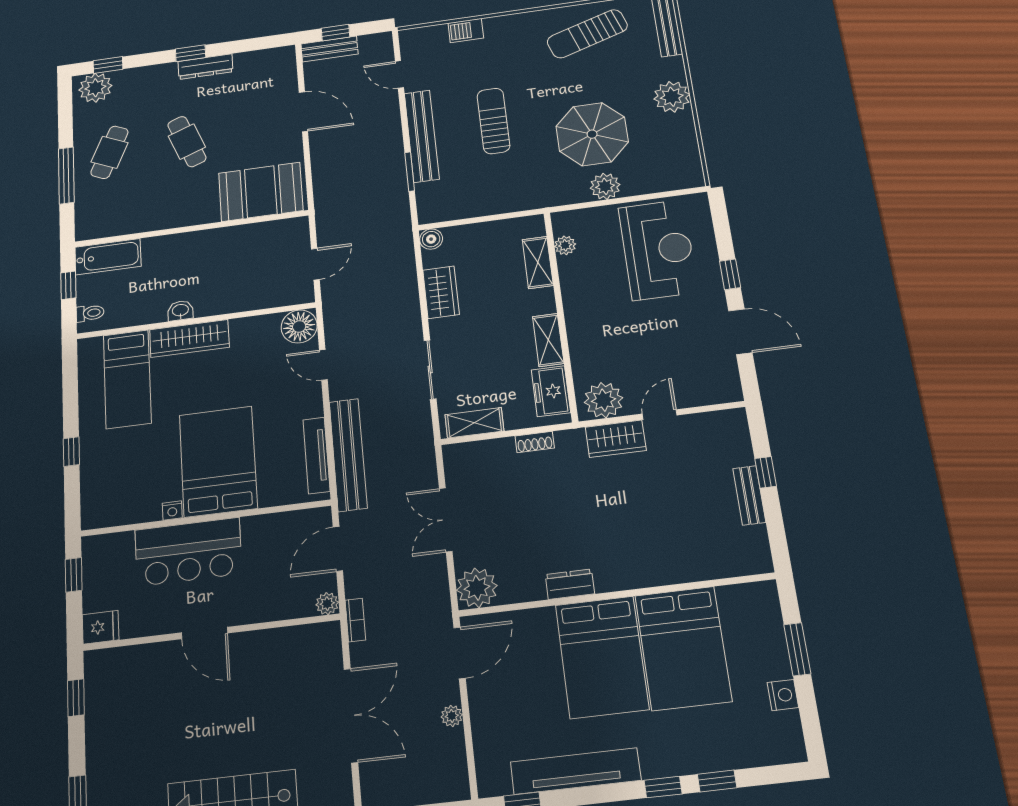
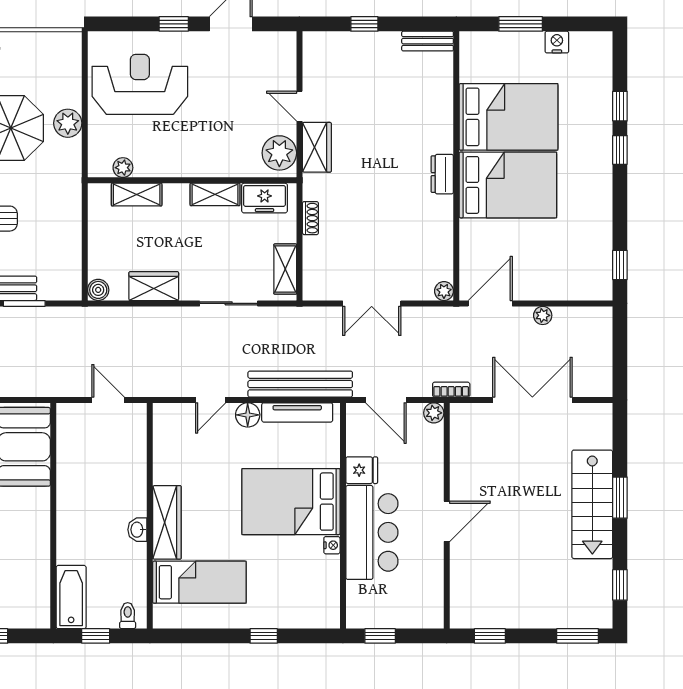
floor lamp: (299, 326) -> (248, 415), moved, width x0.73, depth x0.73
bench: (749, 495) -> (428, 41), moved
dresser: (570, 584) -> (442, 174), moved
plant: (477, 588) -> (444, 291), width x0.53, depth x0.53
fridge: (101, 627) -> (362, 470), moved, turned 90
door: (460, 653) -> (490, 303), hinge flipped
tv unit: (576, 771) -> (599, 219), removed

